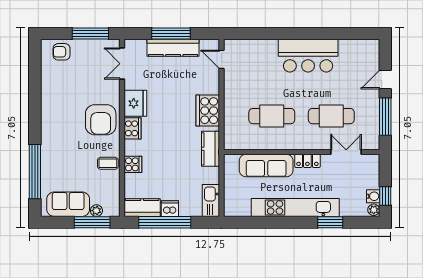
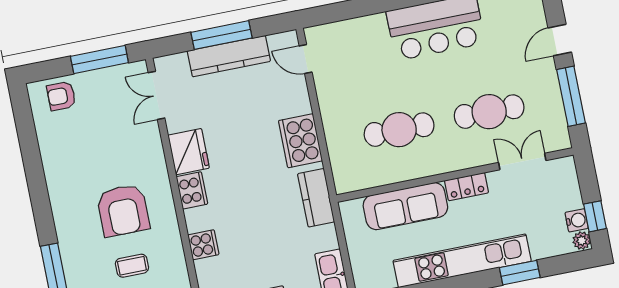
armchair: (101, 120) -> (123, 210), moved
coffee table: (108, 163) -> (132, 266), moved

